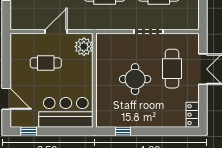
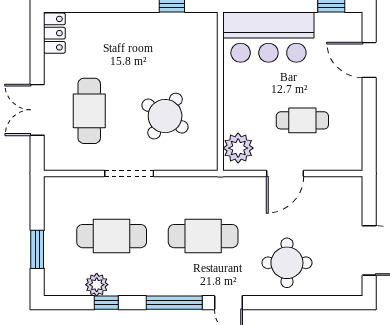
round table: (135, 79) -> (165, 116), moved, turned 33

